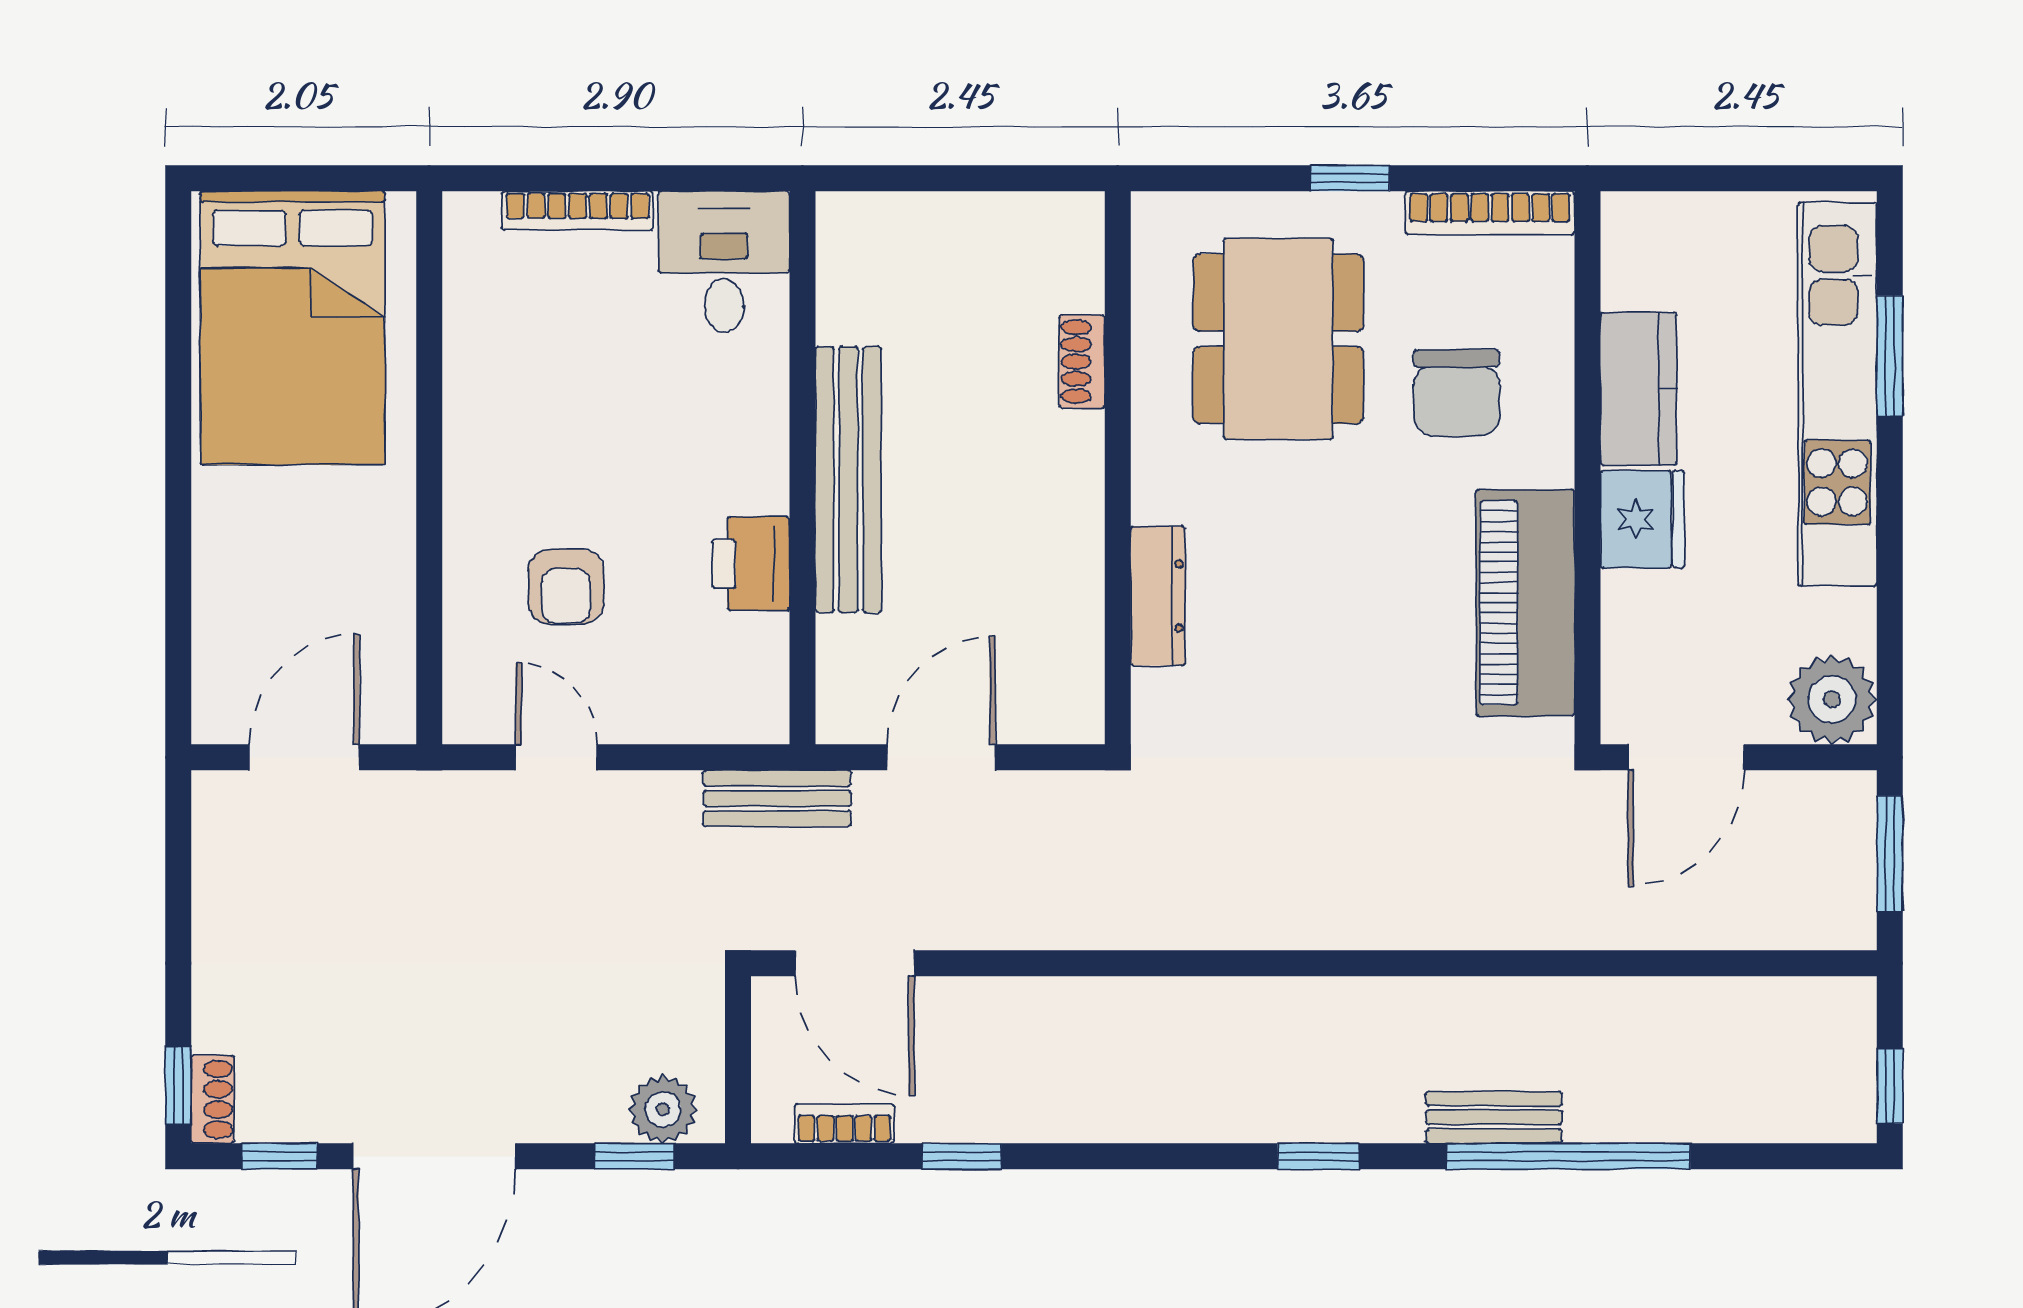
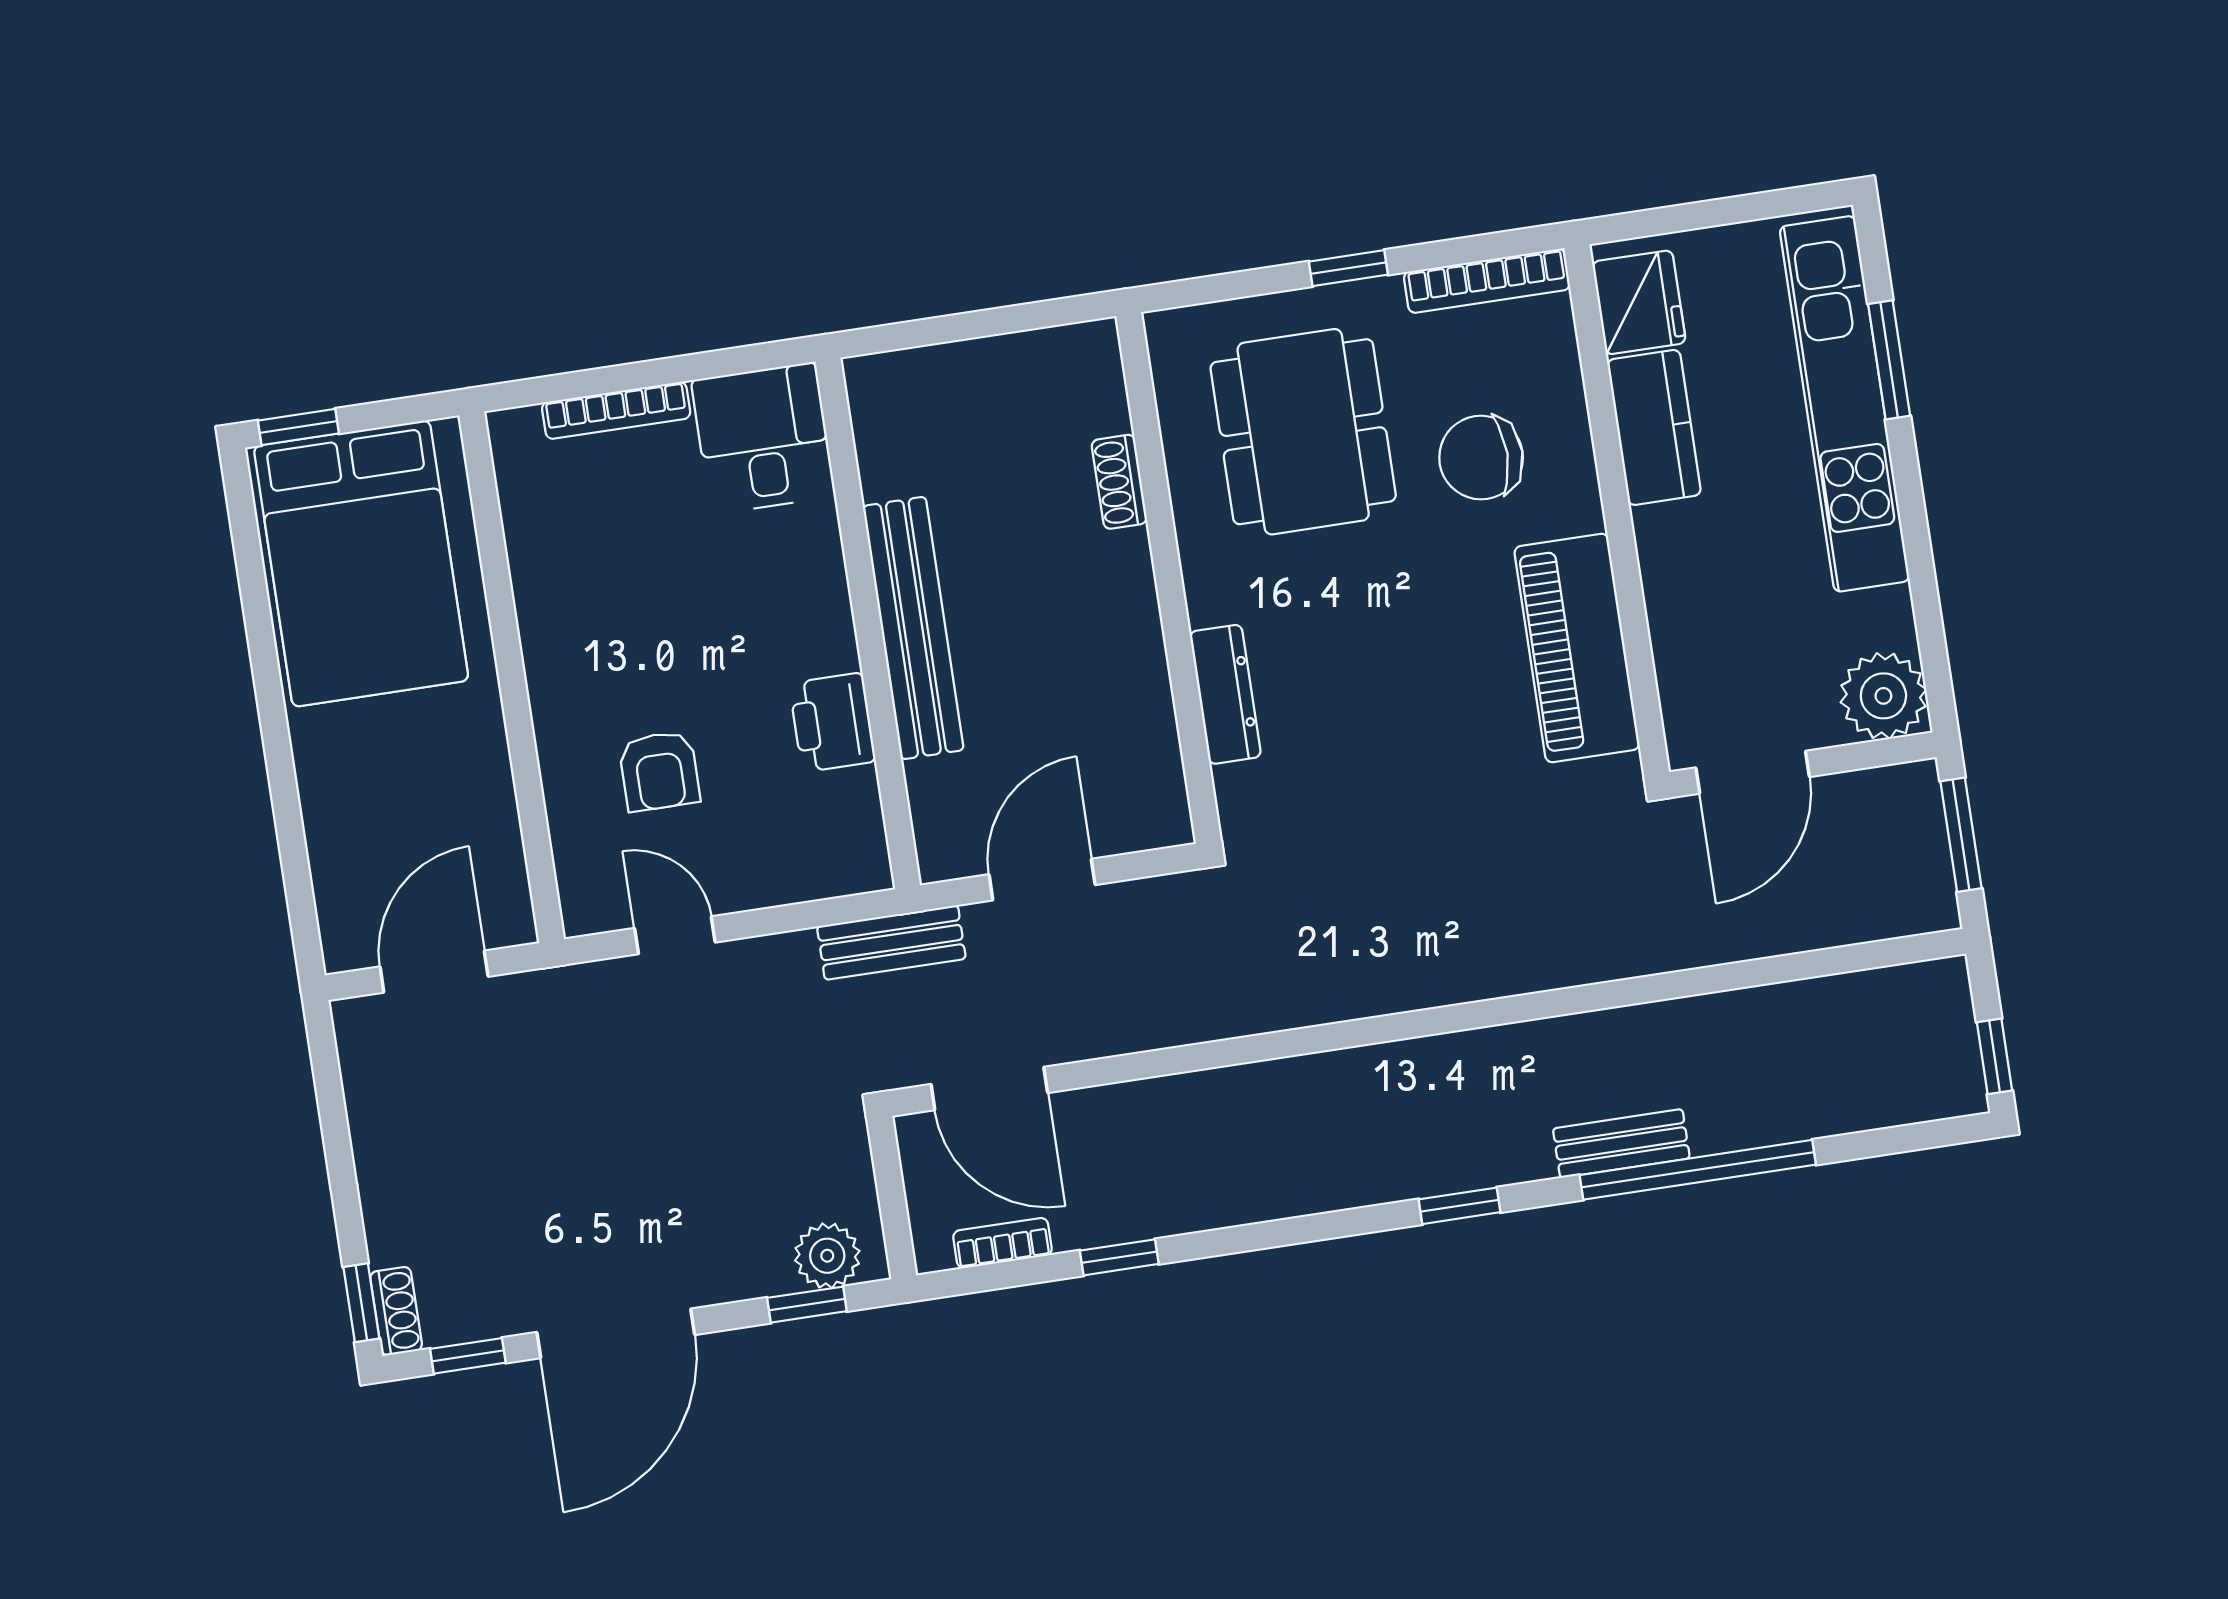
window: (249, 178) -> (298, 427), added
chair: (1457, 393) -> (1481, 458), turned 90
fridge: (1642, 519) -> (1639, 302), moved

